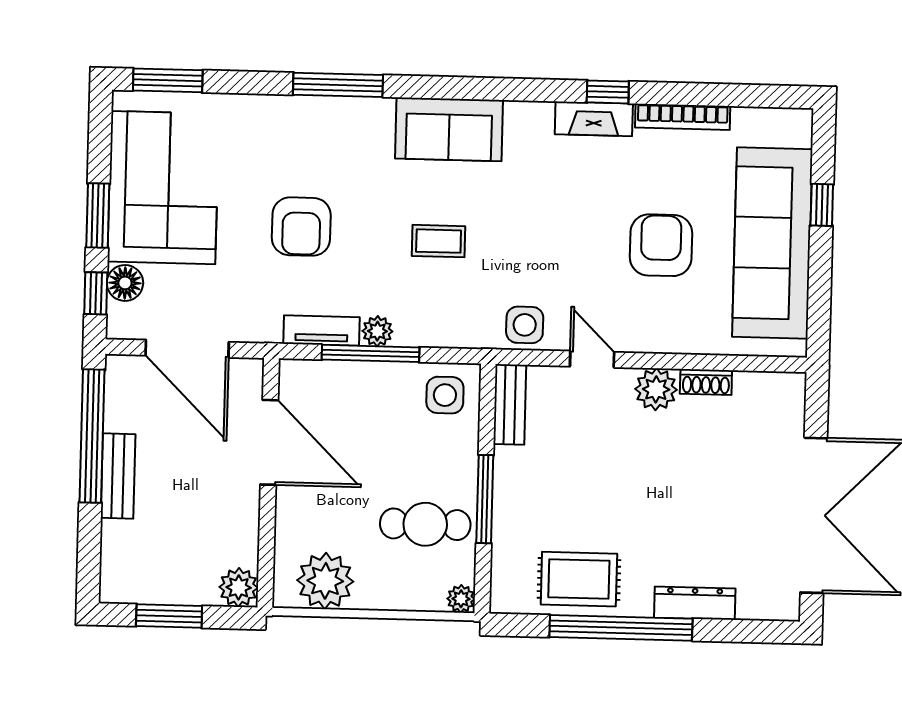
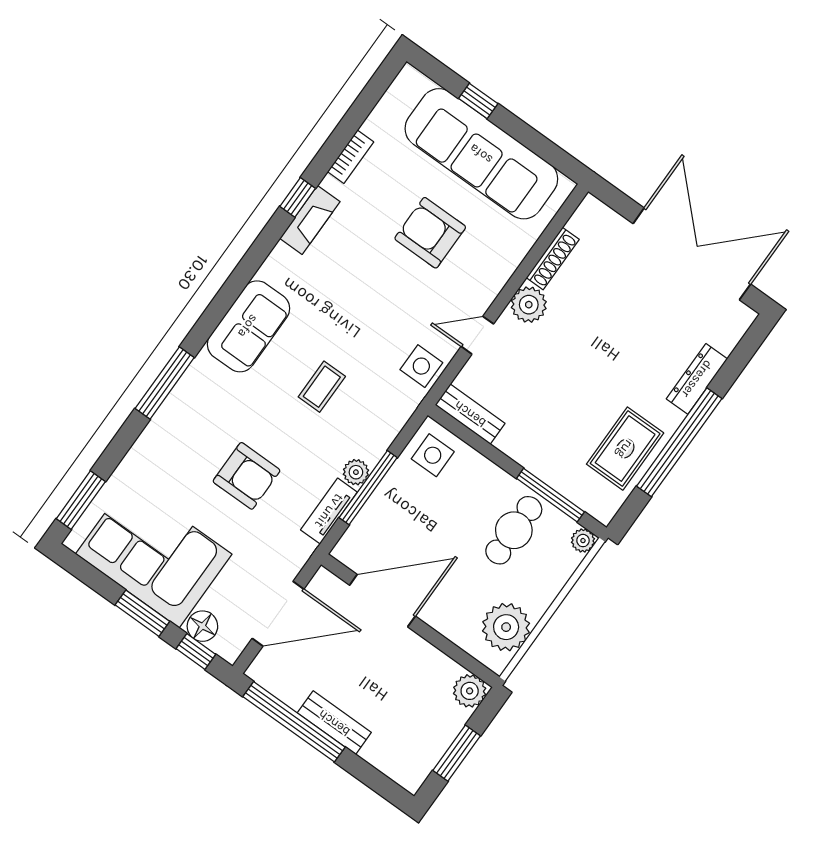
bookcase: (683, 117) -> (351, 157), width x0.64
shoe rack: (706, 382) -> (553, 259), width x1.43
window: (485, 499) -> (550, 495), moved

